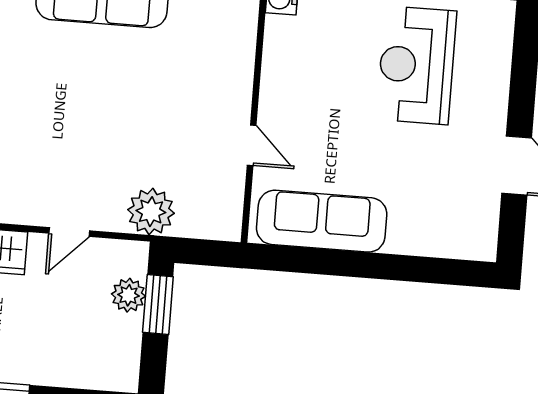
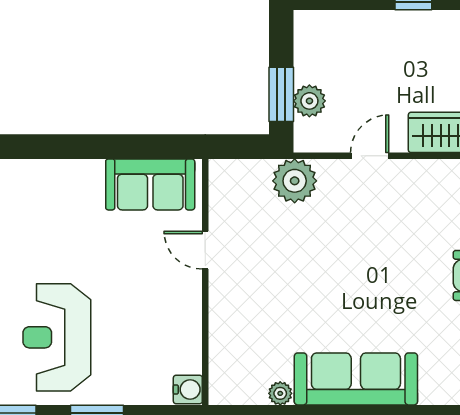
reception desk: (417, 65) -> (57, 337), turned 180
sofa: (322, 221) -> (150, 184), width x0.73

